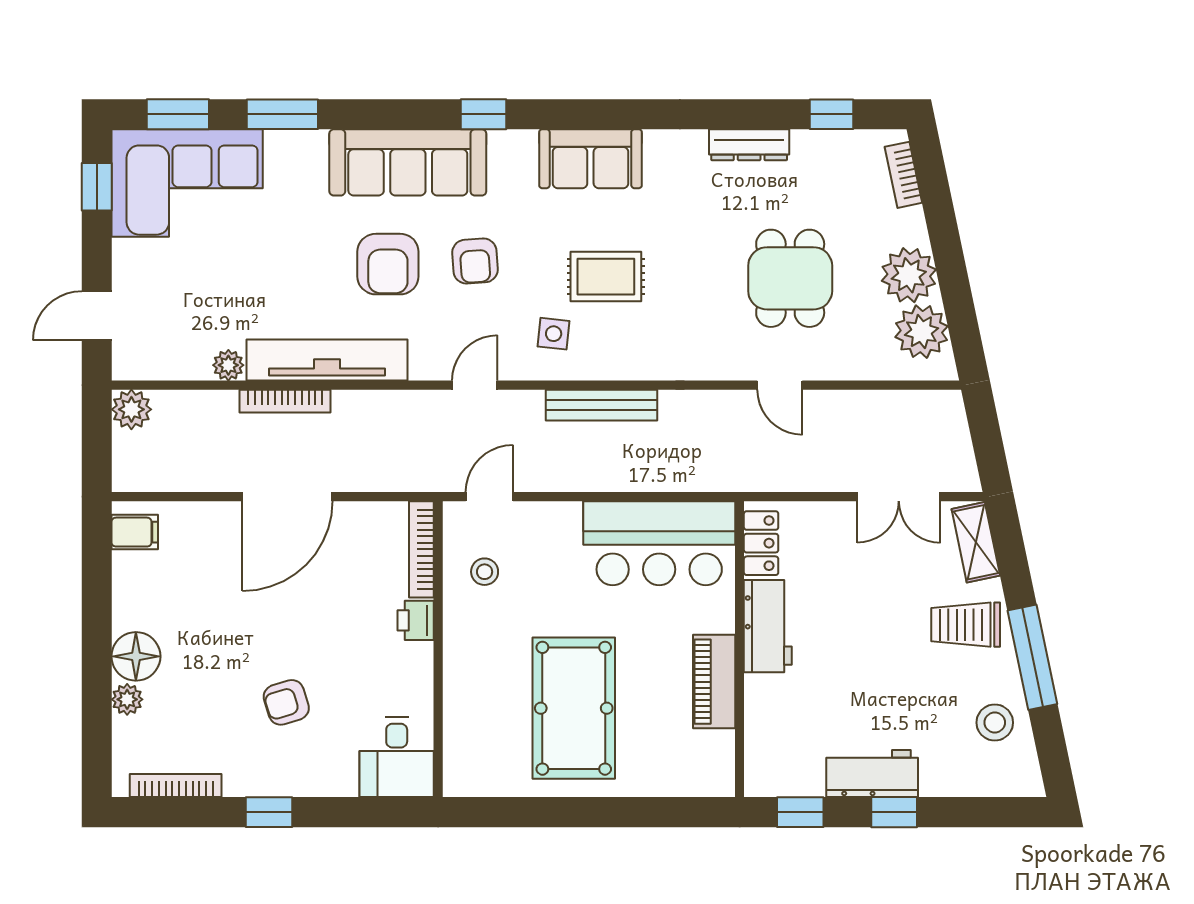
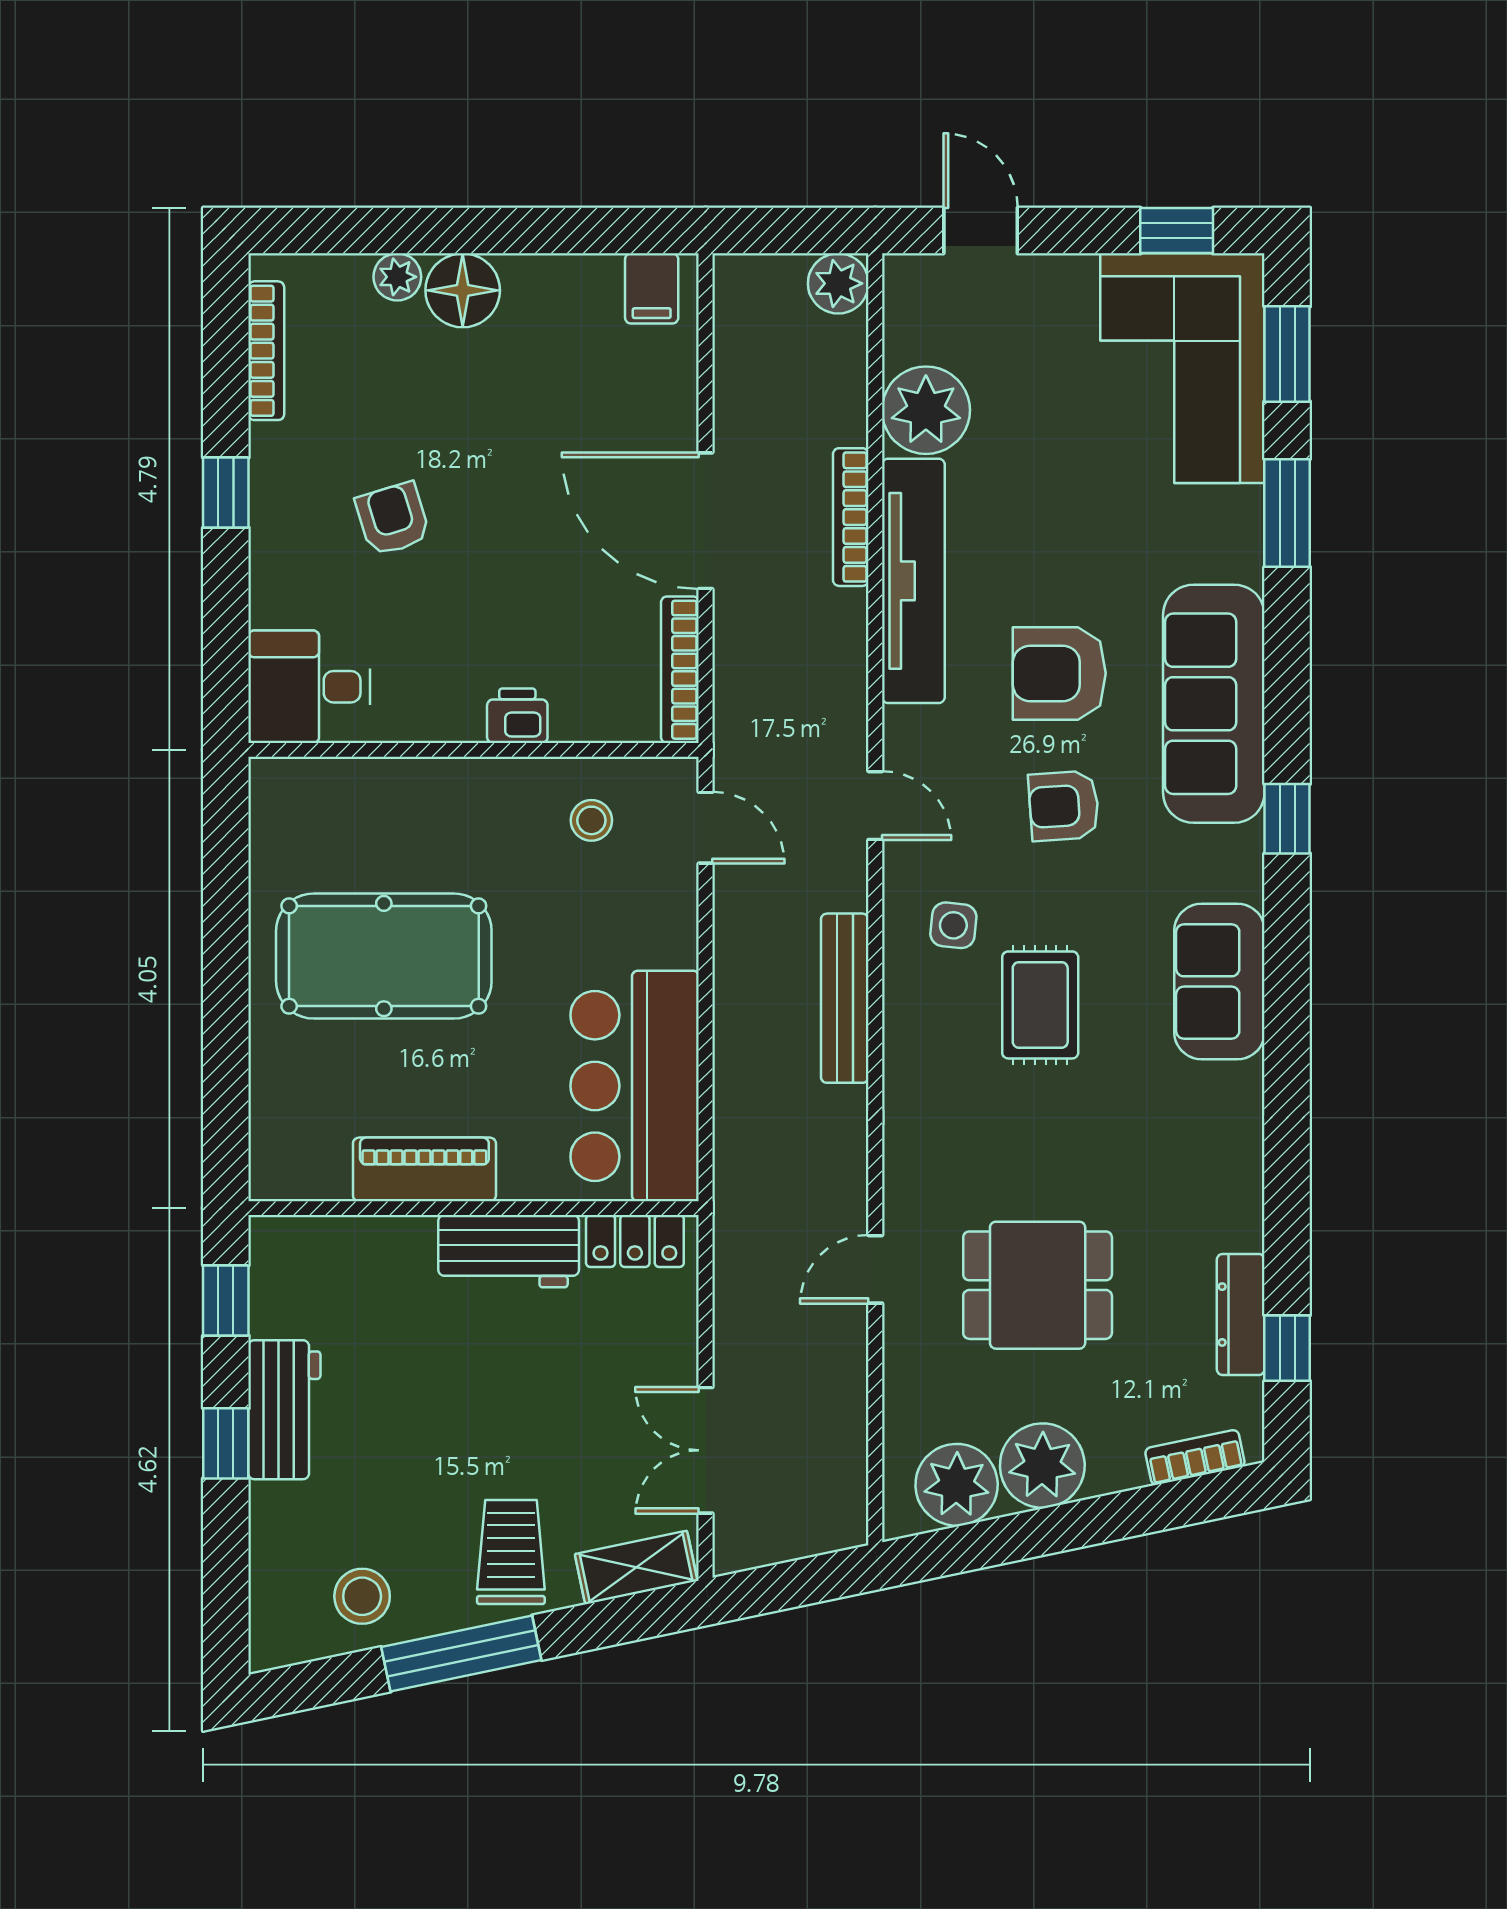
dresser: (749, 145) -> (1241, 1315), moved
plant: (228, 365) -> (926, 410), width x1.88, depth x1.88
bookcase: (421, 549) -> (680, 670), moved, turned -90

